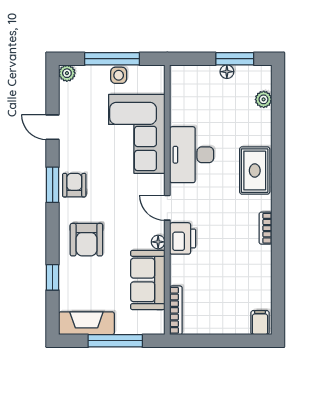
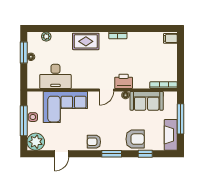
plant: (67, 73) -> (36, 142), width x1.88, depth x1.88
desk: (192, 155) -> (55, 76), moved
window: (53, 185) -> (112, 154), moved
armchair: (86, 240) -> (135, 139), moved

